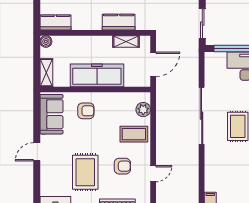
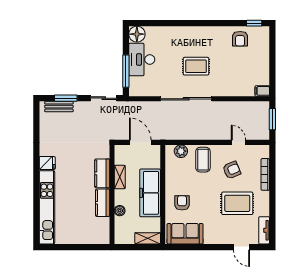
kitchen counter: (55, 23) -> (103, 203), moved
boiler: (46, 41) -> (120, 211), moved
shelving: (126, 42) -> (120, 177), moved
door: (37, 152) -> (242, 247), moved
armchair: (122, 166) -> (232, 170), turned 67

